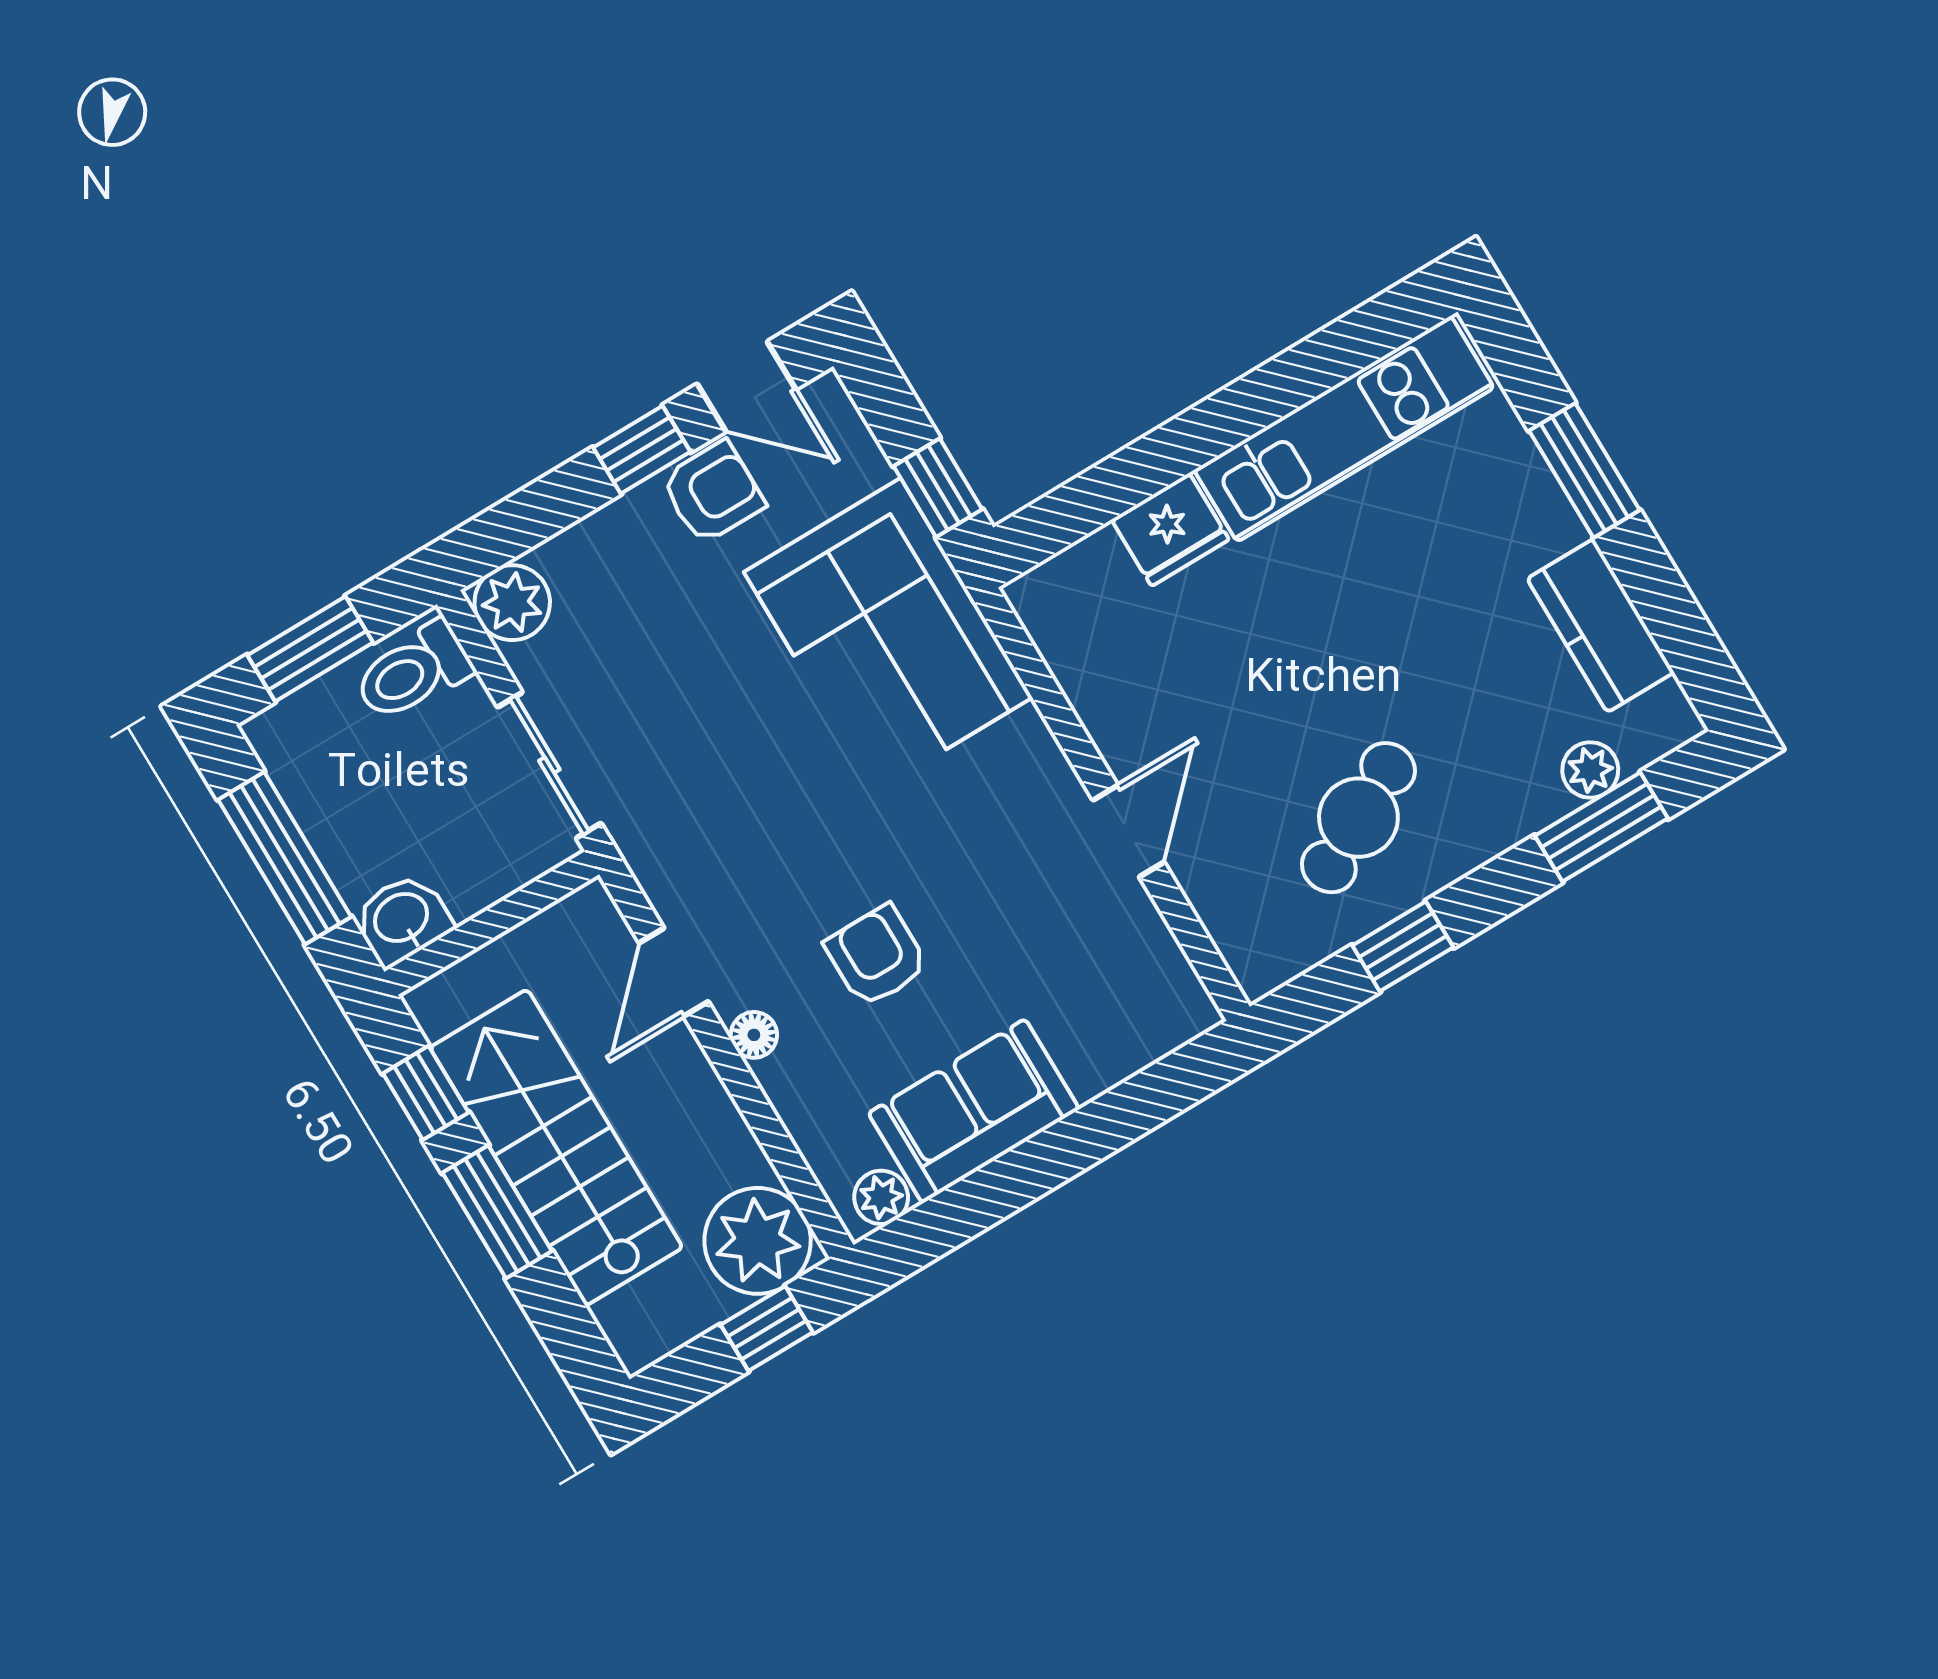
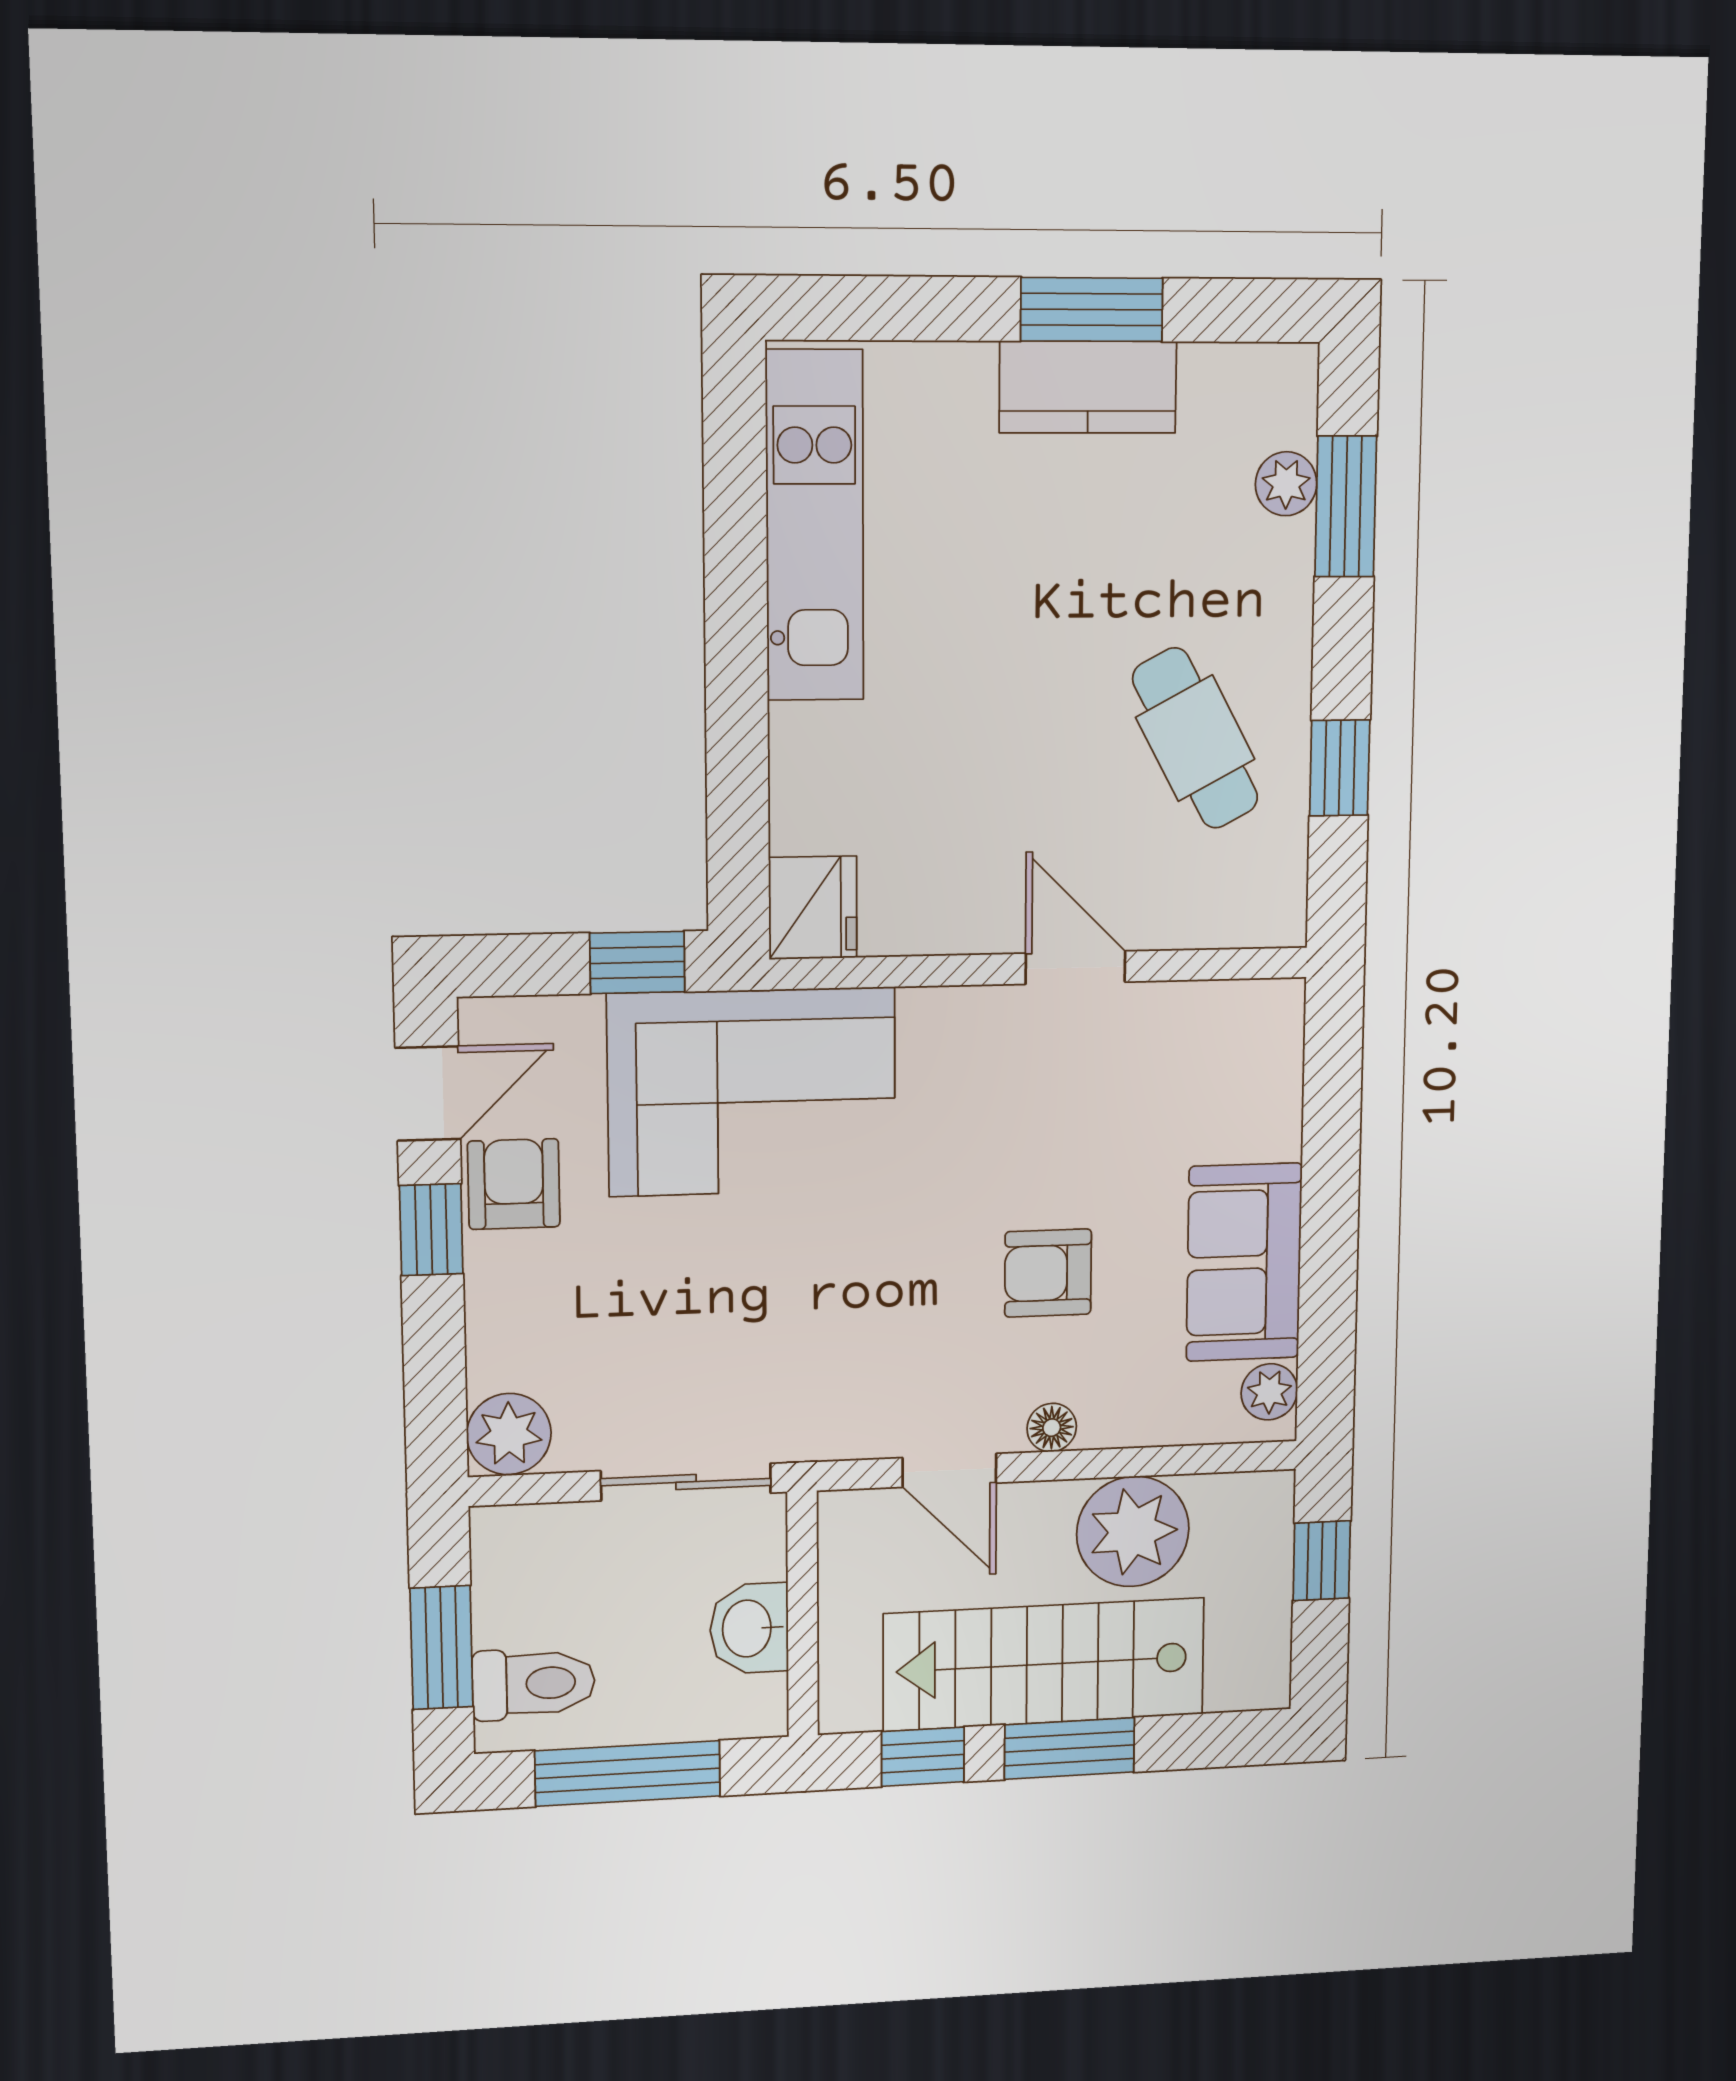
window: (1584, 470) -> (1092, 310), moved
fridge: (1170, 530) -> (813, 908), moved
kitchen counter: (1601, 626) -> (1088, 387), moved
toilet: (413, 672) -> (534, 1684), moved, turned -90
washbasin: (402, 919) -> (749, 1628), moved
plant: (758, 1241) -> (1133, 1531), moved

